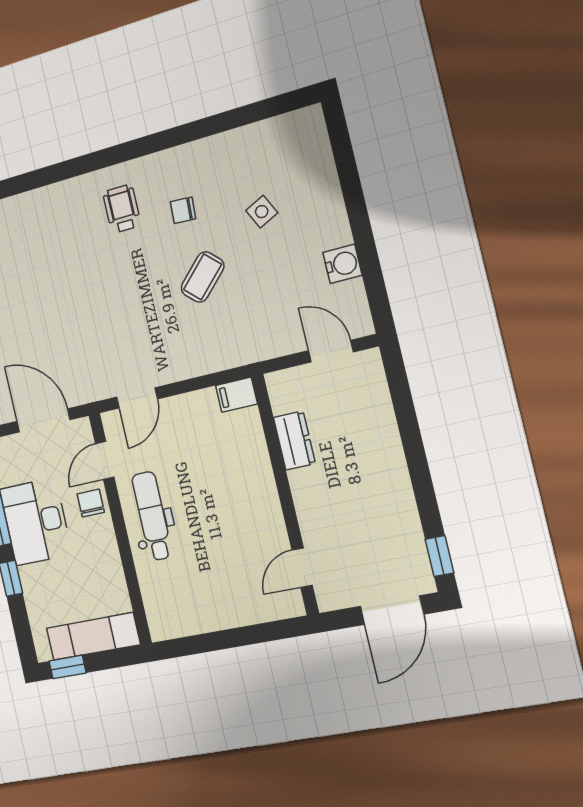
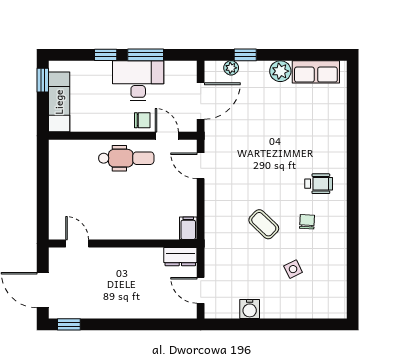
door: (331, 351) -> (201, 290), swing flipped
dresser: (294, 440) -> (180, 257), moved

